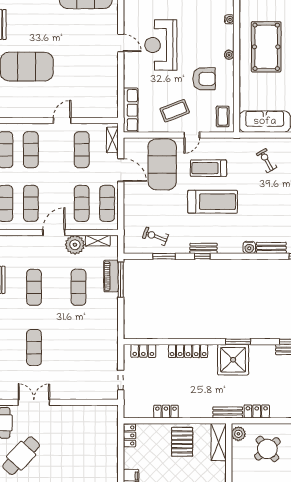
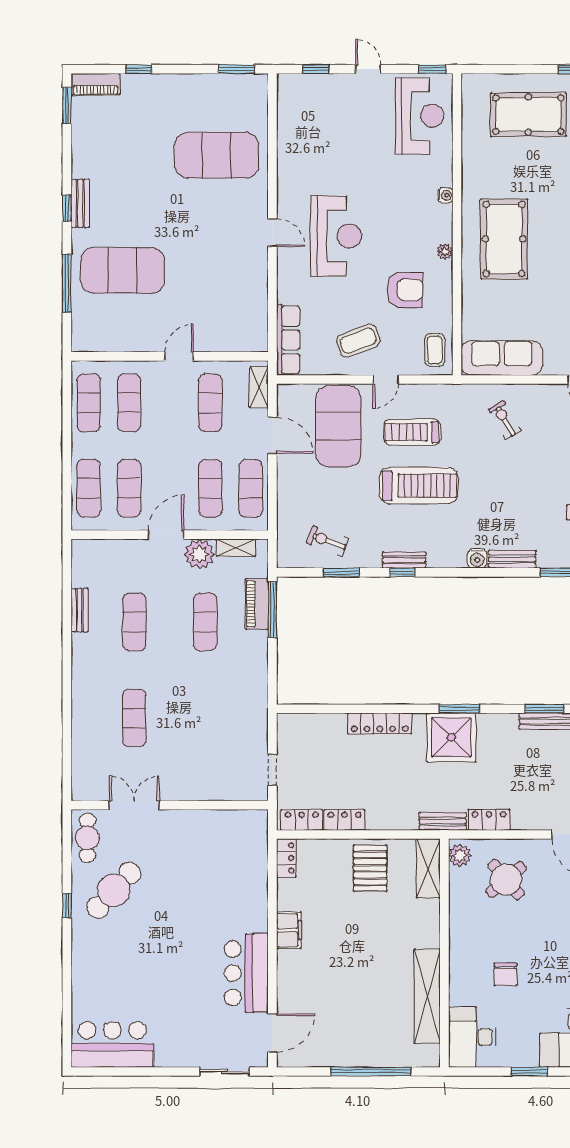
reception desk: (161, 45) -> (336, 236), turned 180
locker: (143, 351) -> (302, 820), moved, turned 180

